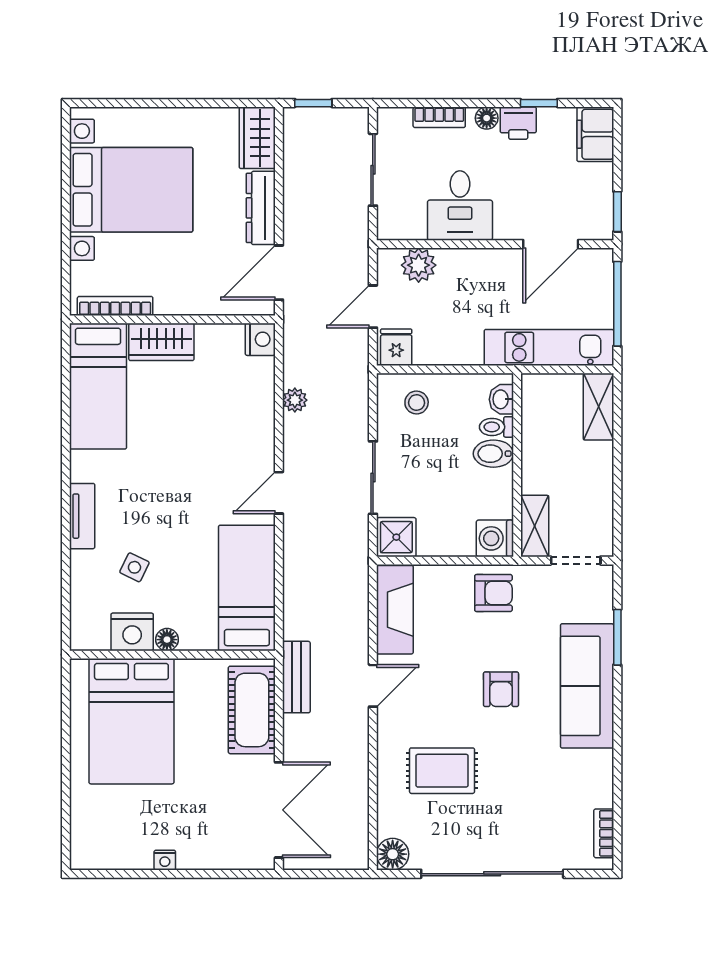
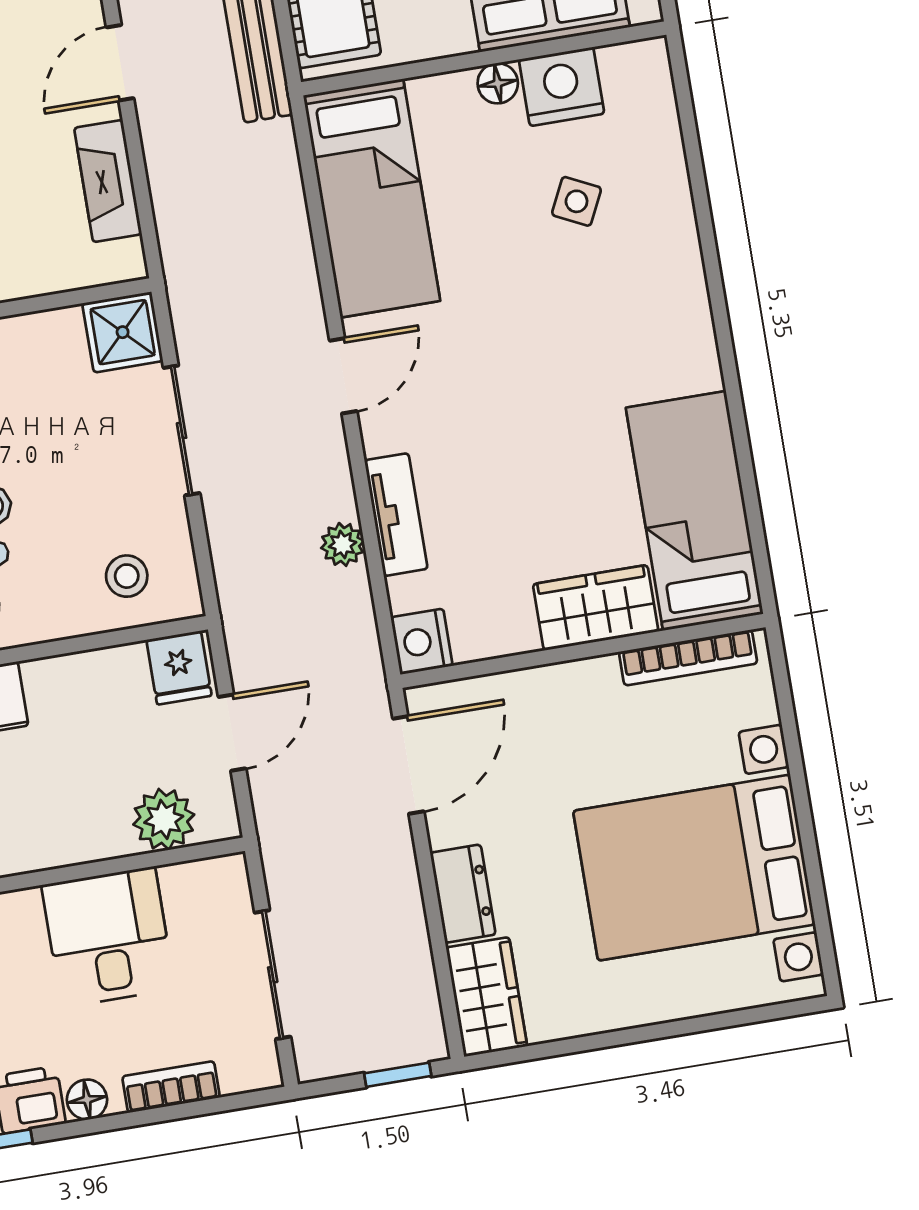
dresser: (261, 208) -> (463, 894), width x0.70
tv unit: (82, 516) -> (396, 515), moved, turned 180
fireplace: (395, 610) -> (108, 181), width x0.73, depth x0.76

